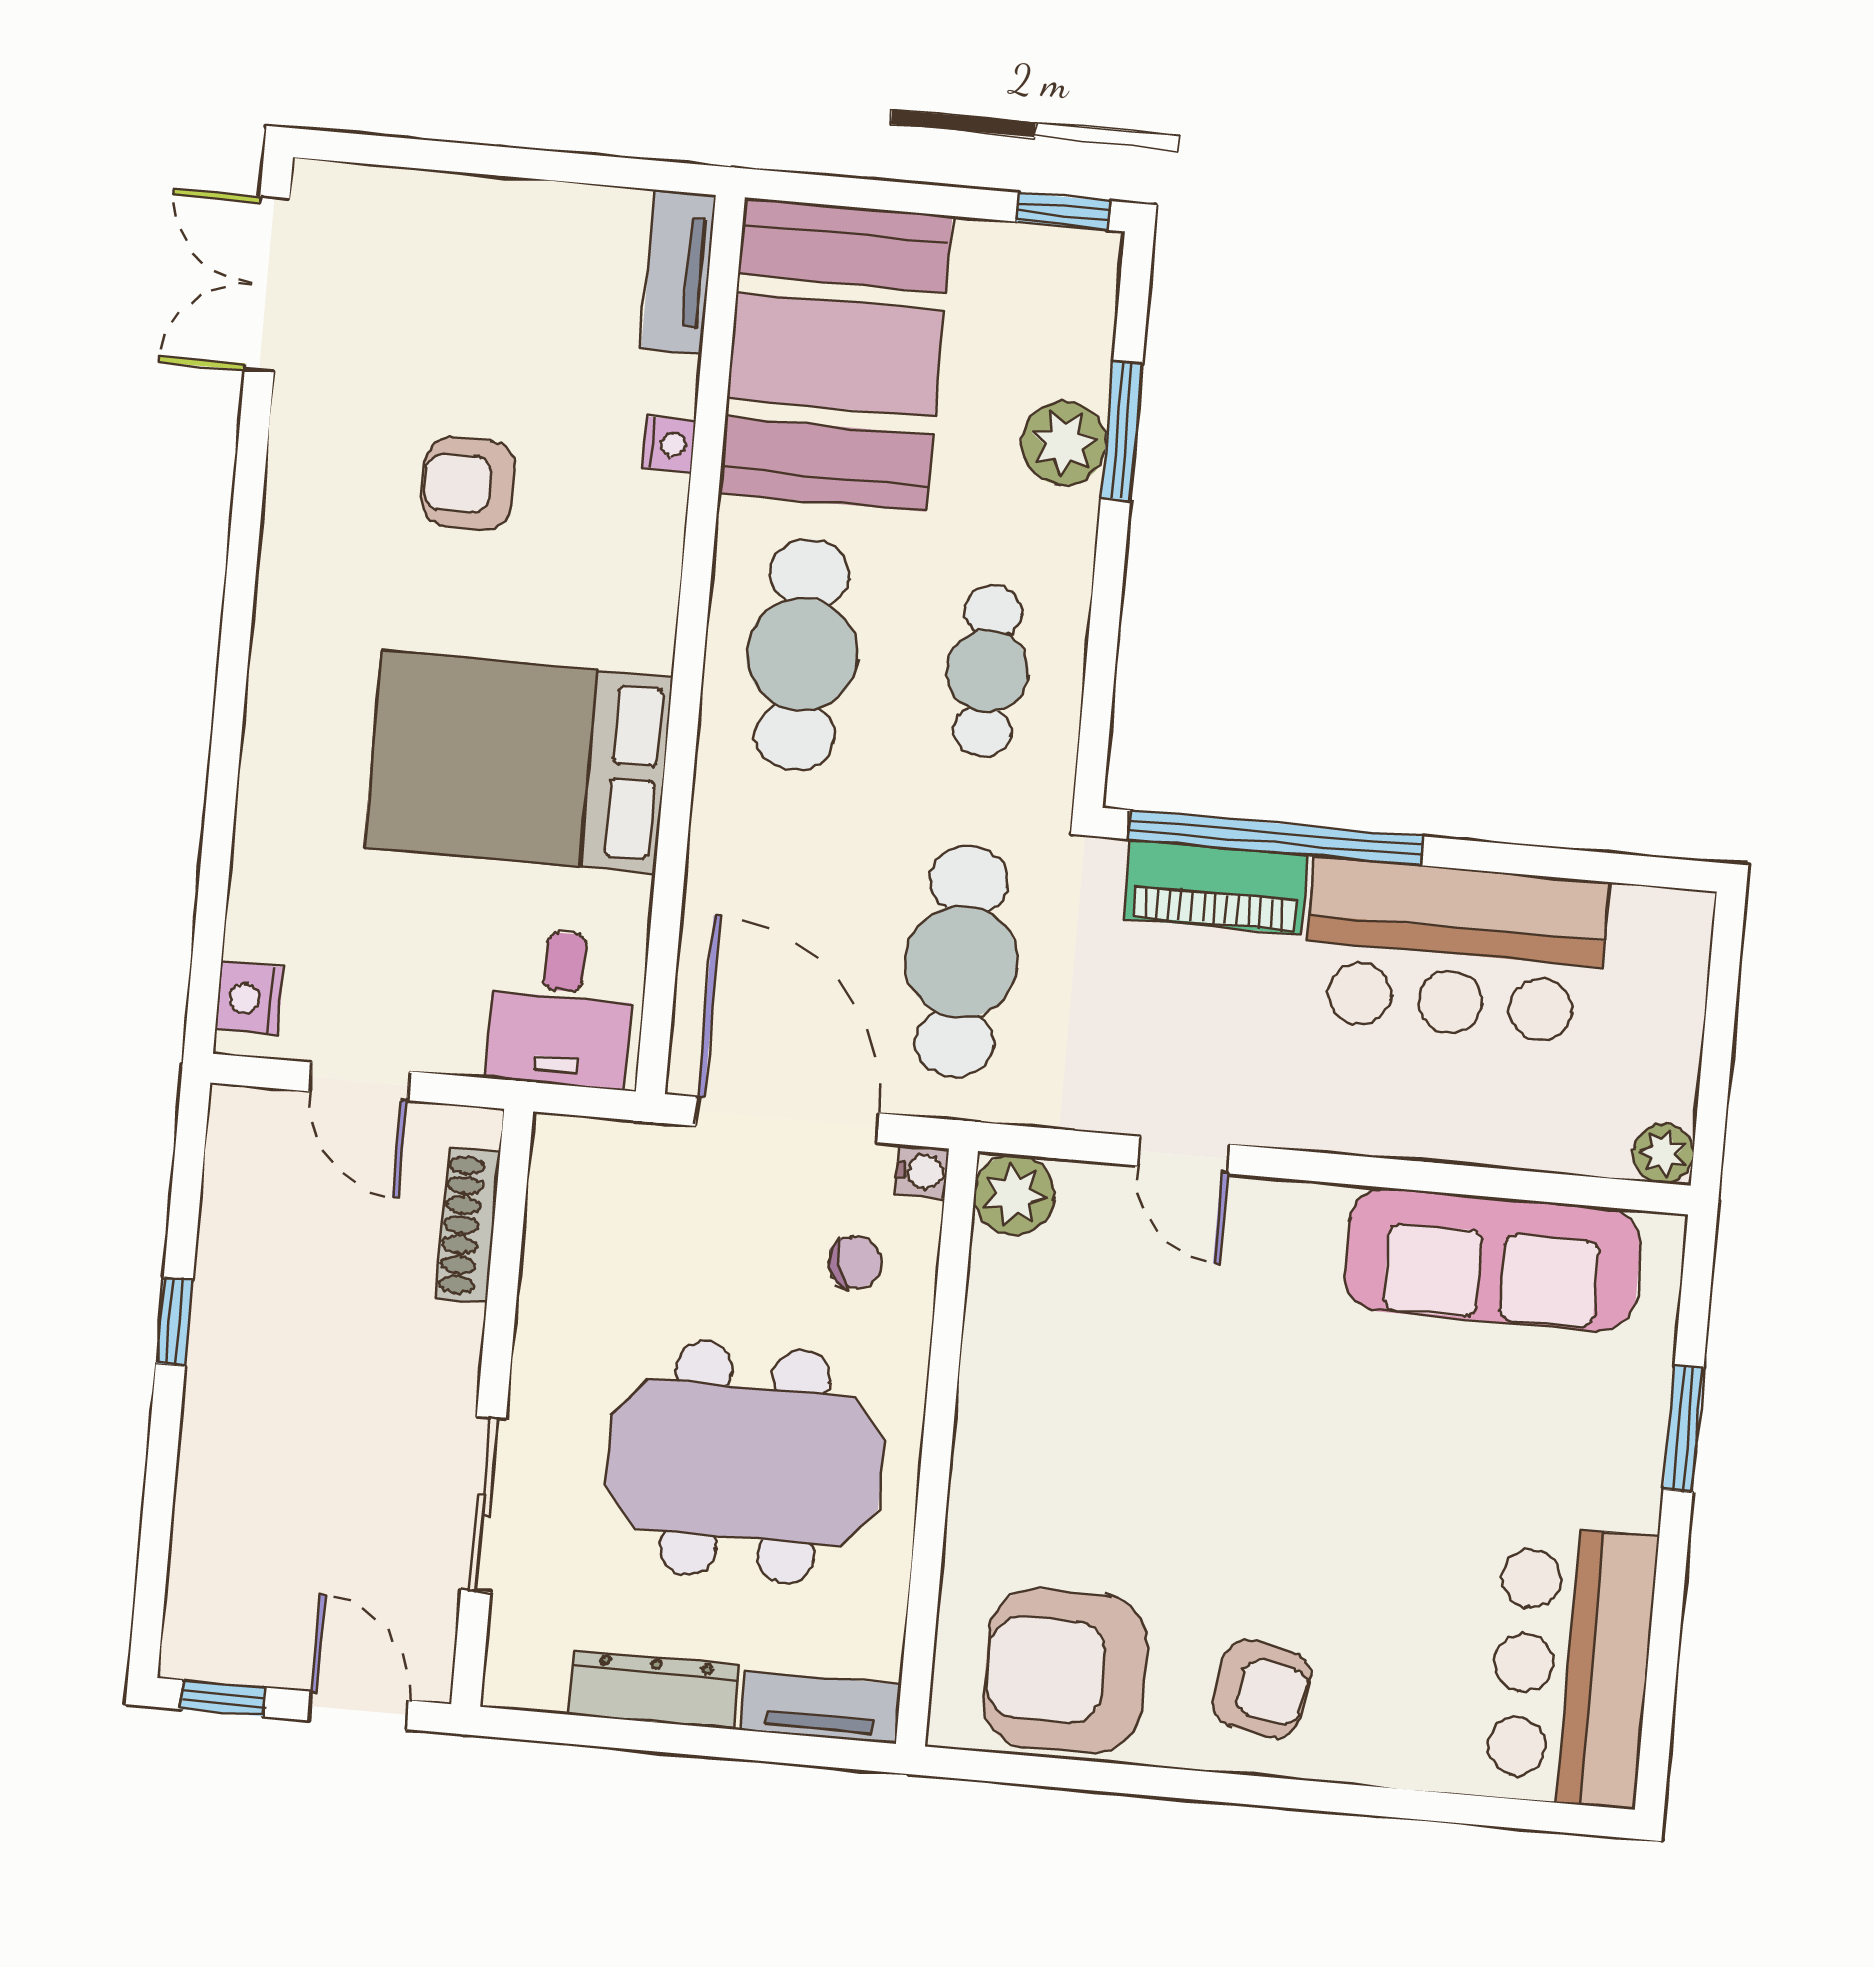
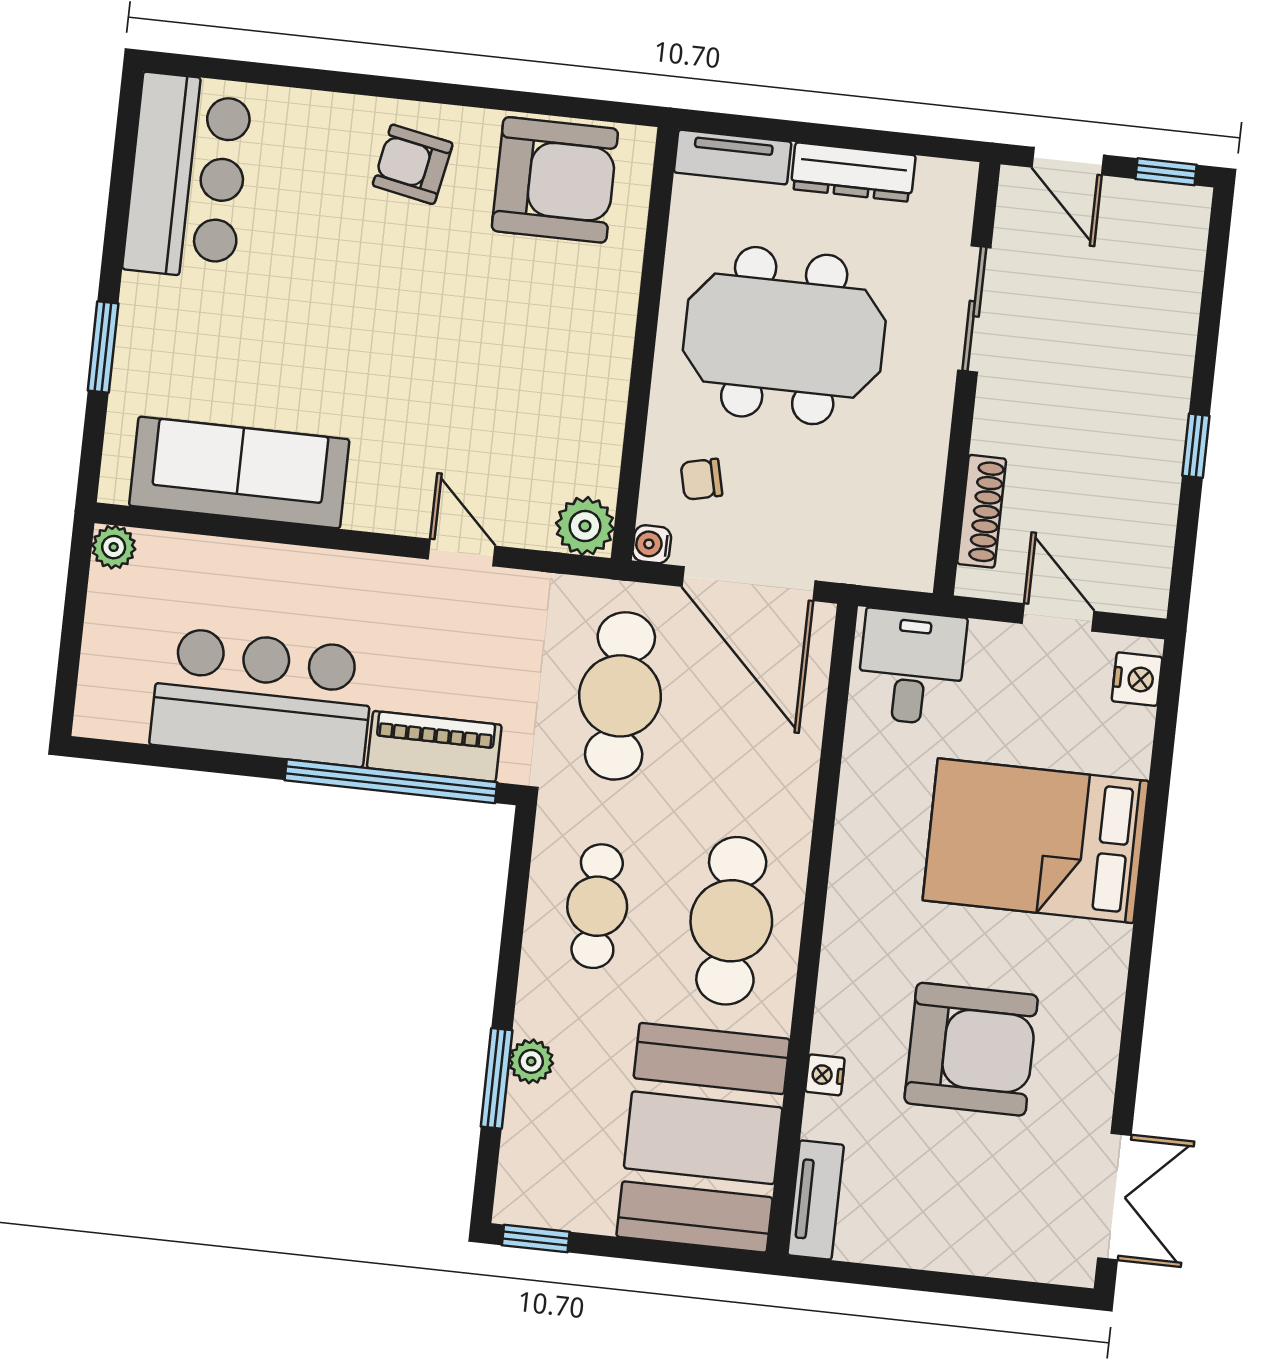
plant: (1064, 443) -> (531, 1061), width x0.73, depth x0.73
armchair: (468, 484) -> (971, 1049), width x1.88, depth x1.88
bed: (519, 762) -> (1036, 841), moved, turned 180

